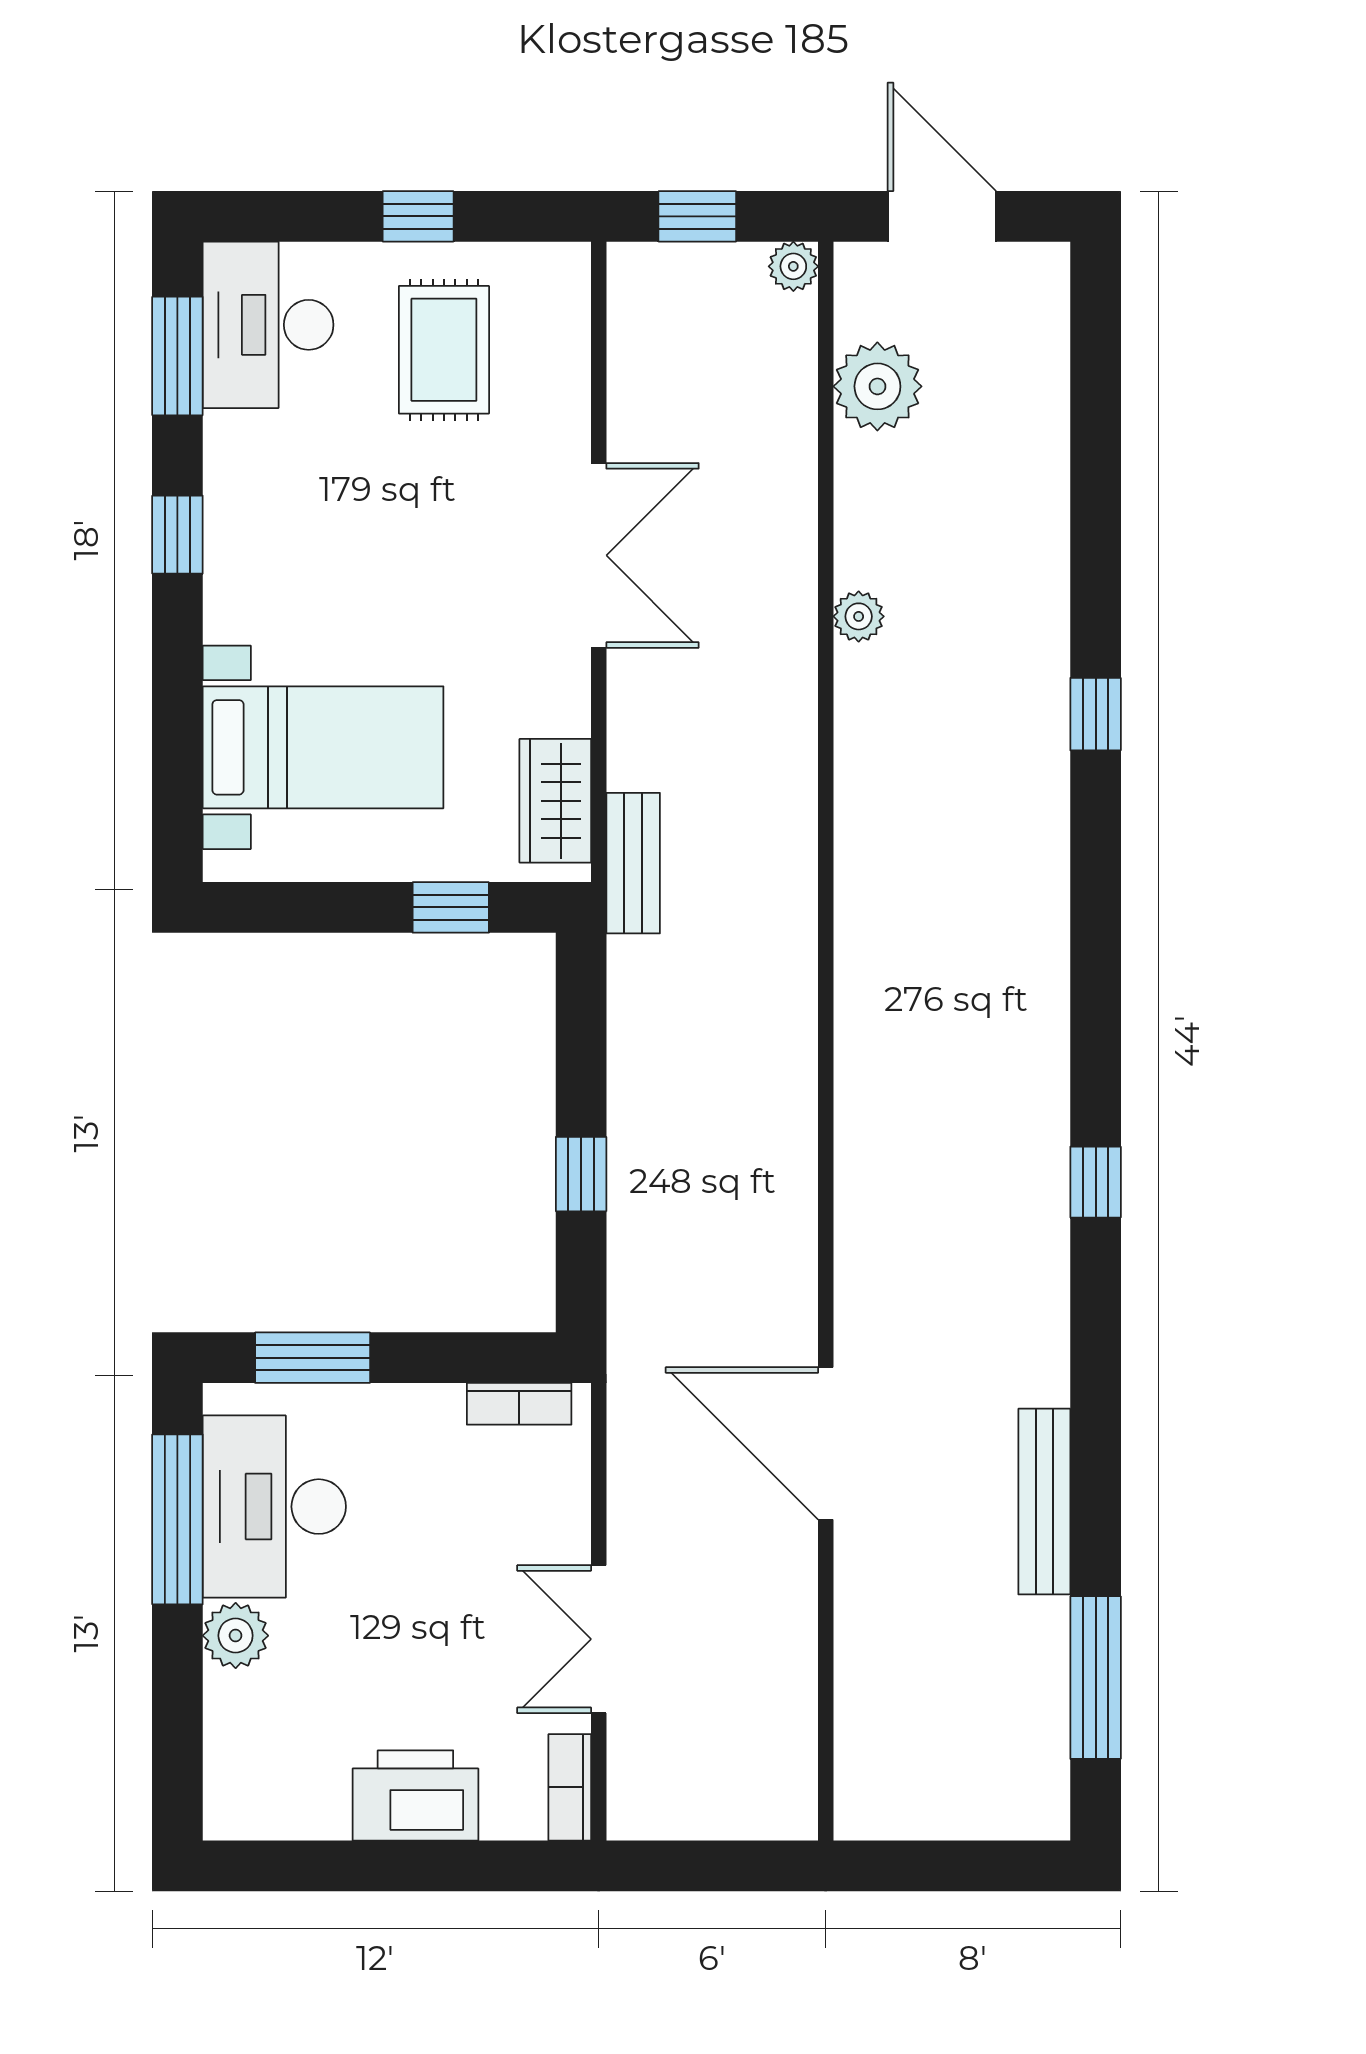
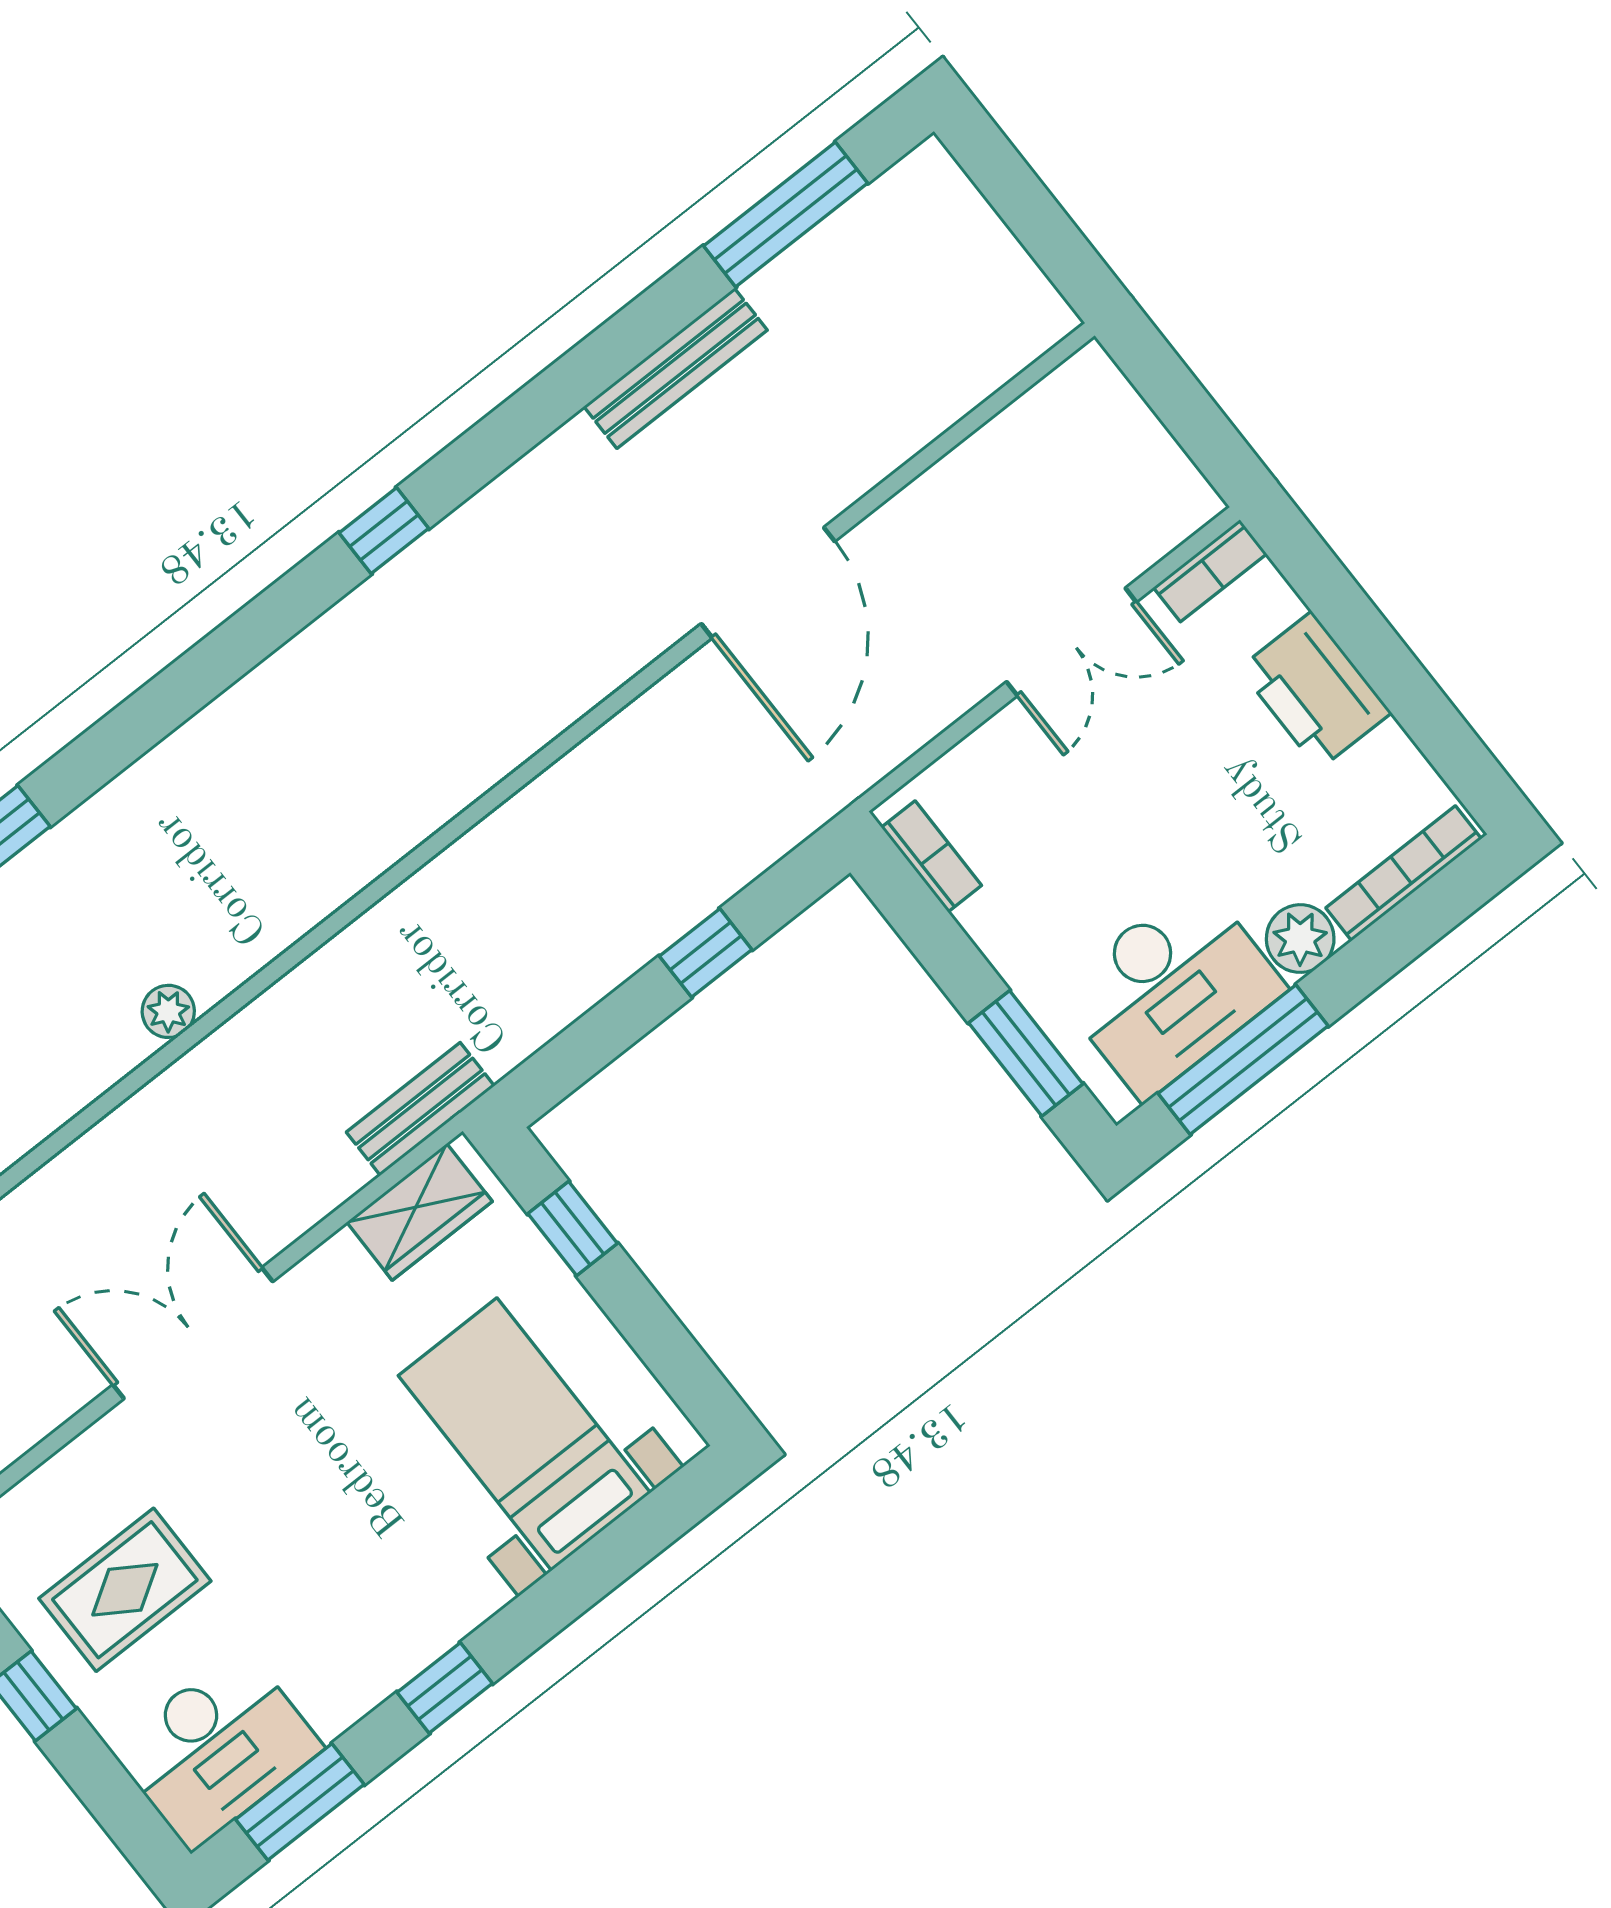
plant: (859, 616) -> (168, 1011), moved
bookcase: (223, 1753) -> (1404, 873), added

